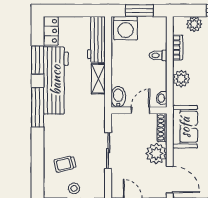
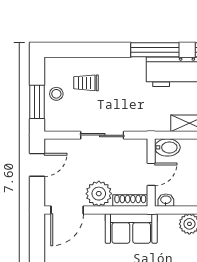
door: (140, 110) -> (151, 174), hinge flipped
trolley: (65, 164) -> (86, 83), turned -77

